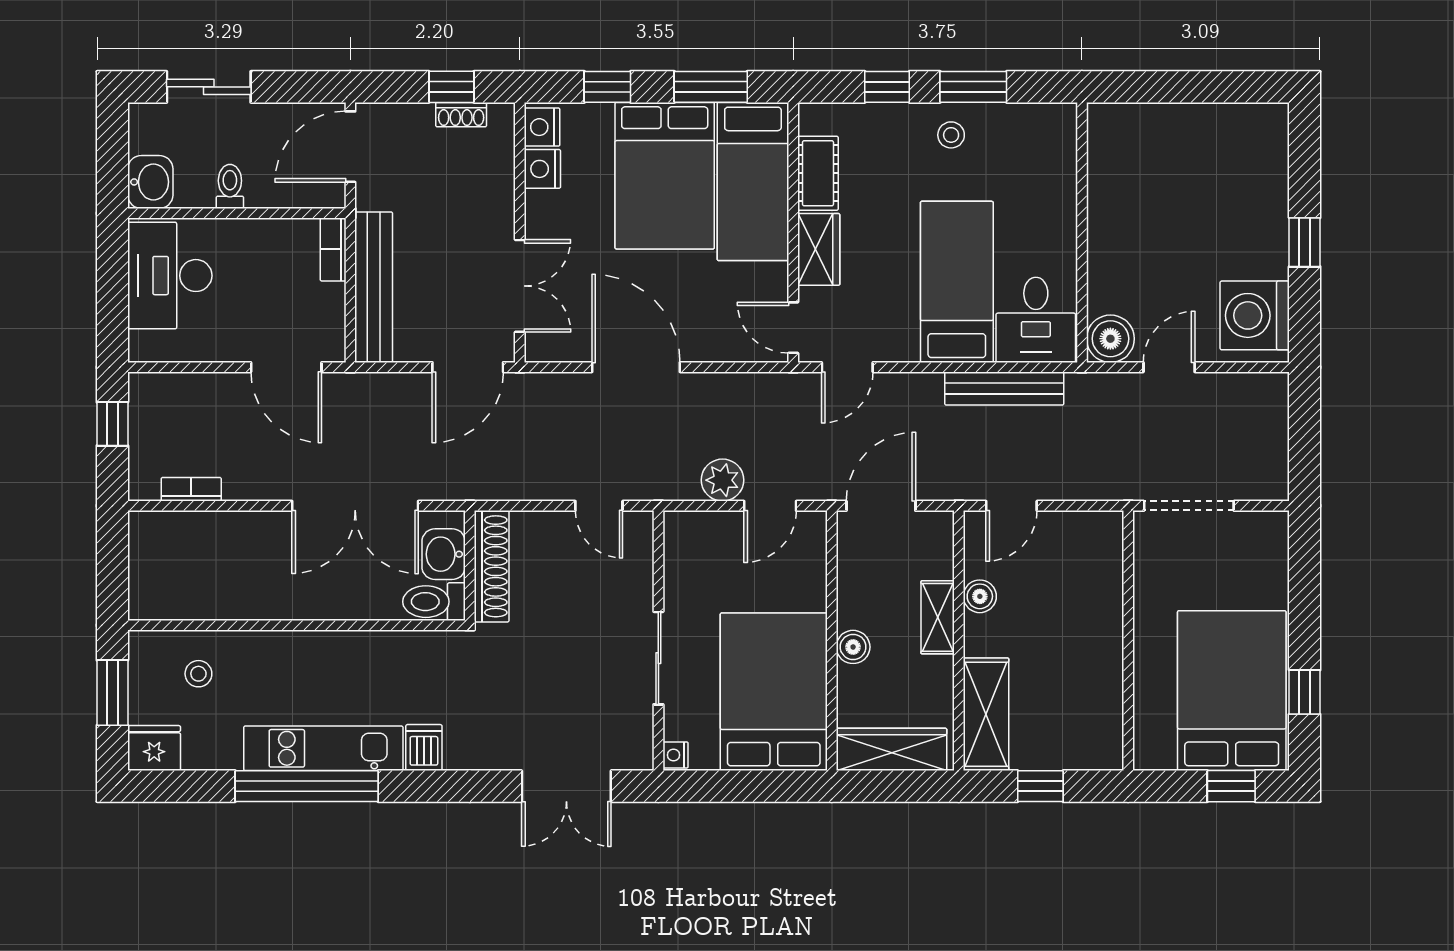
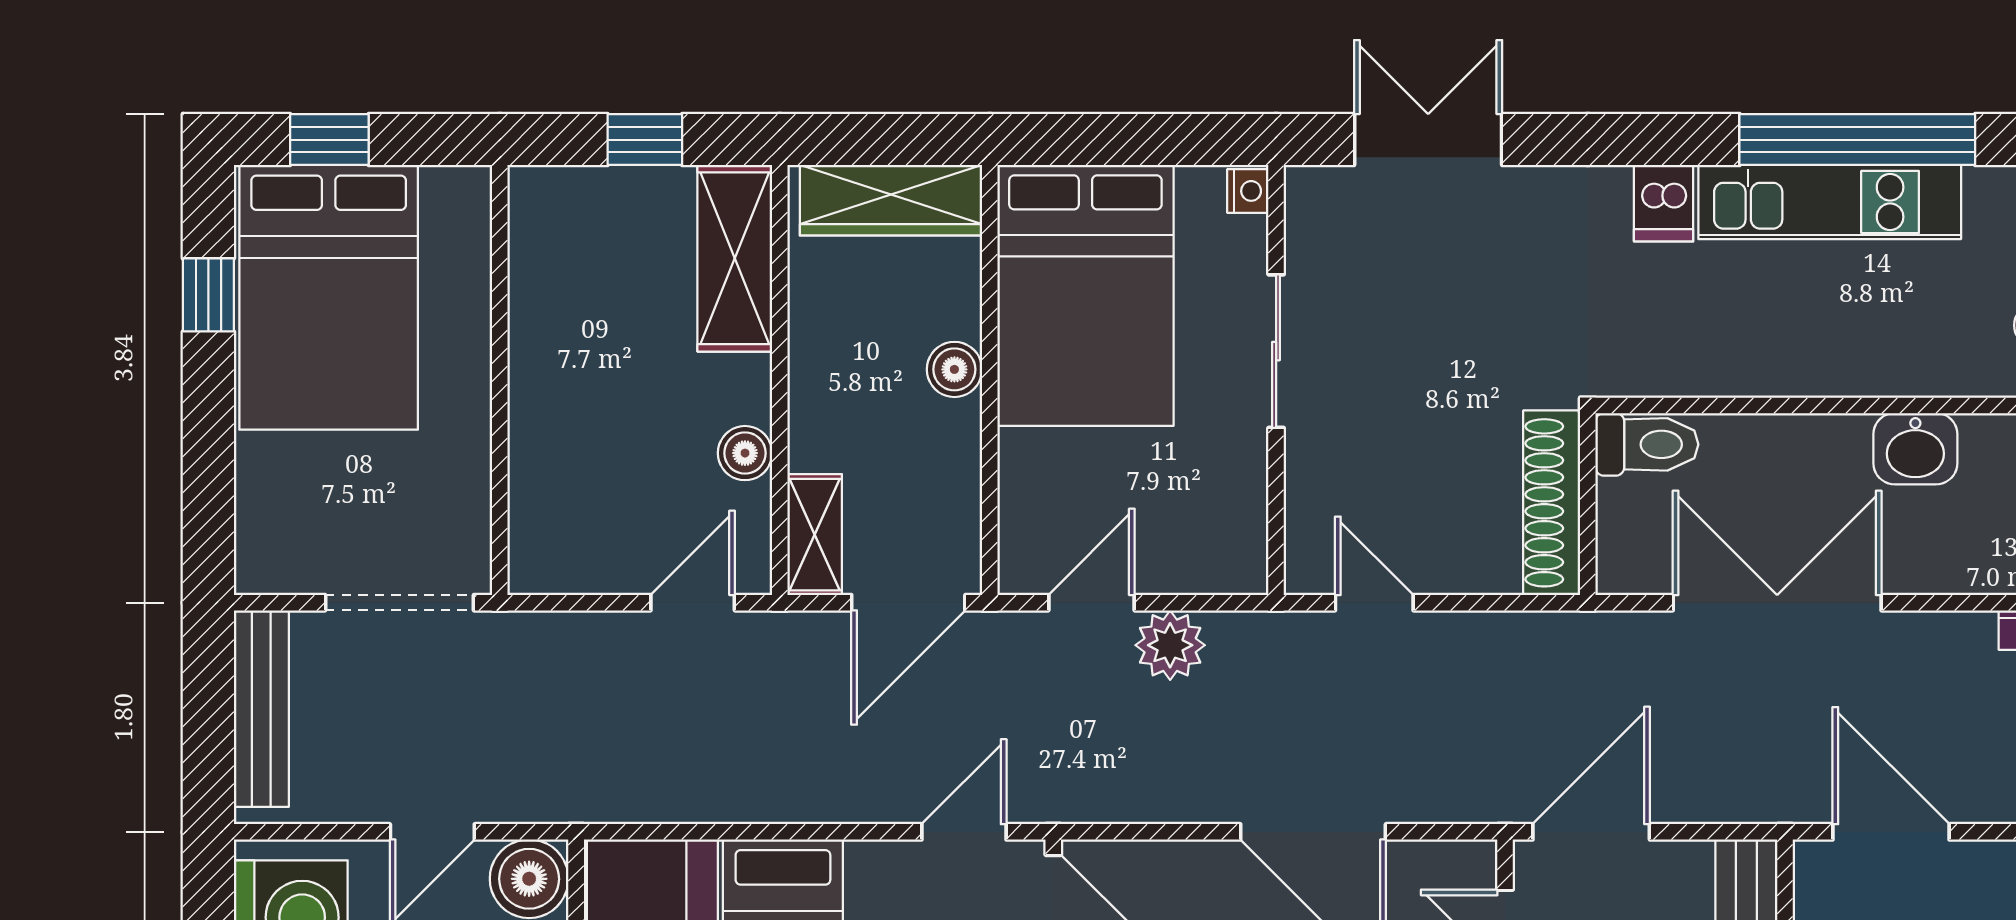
bench: (1004, 388) -> (261, 709), moved, turned 90
washbasin: (444, 554) -> (1915, 449), moved, turned 90
shelving: (938, 617) -> (815, 535), moved

